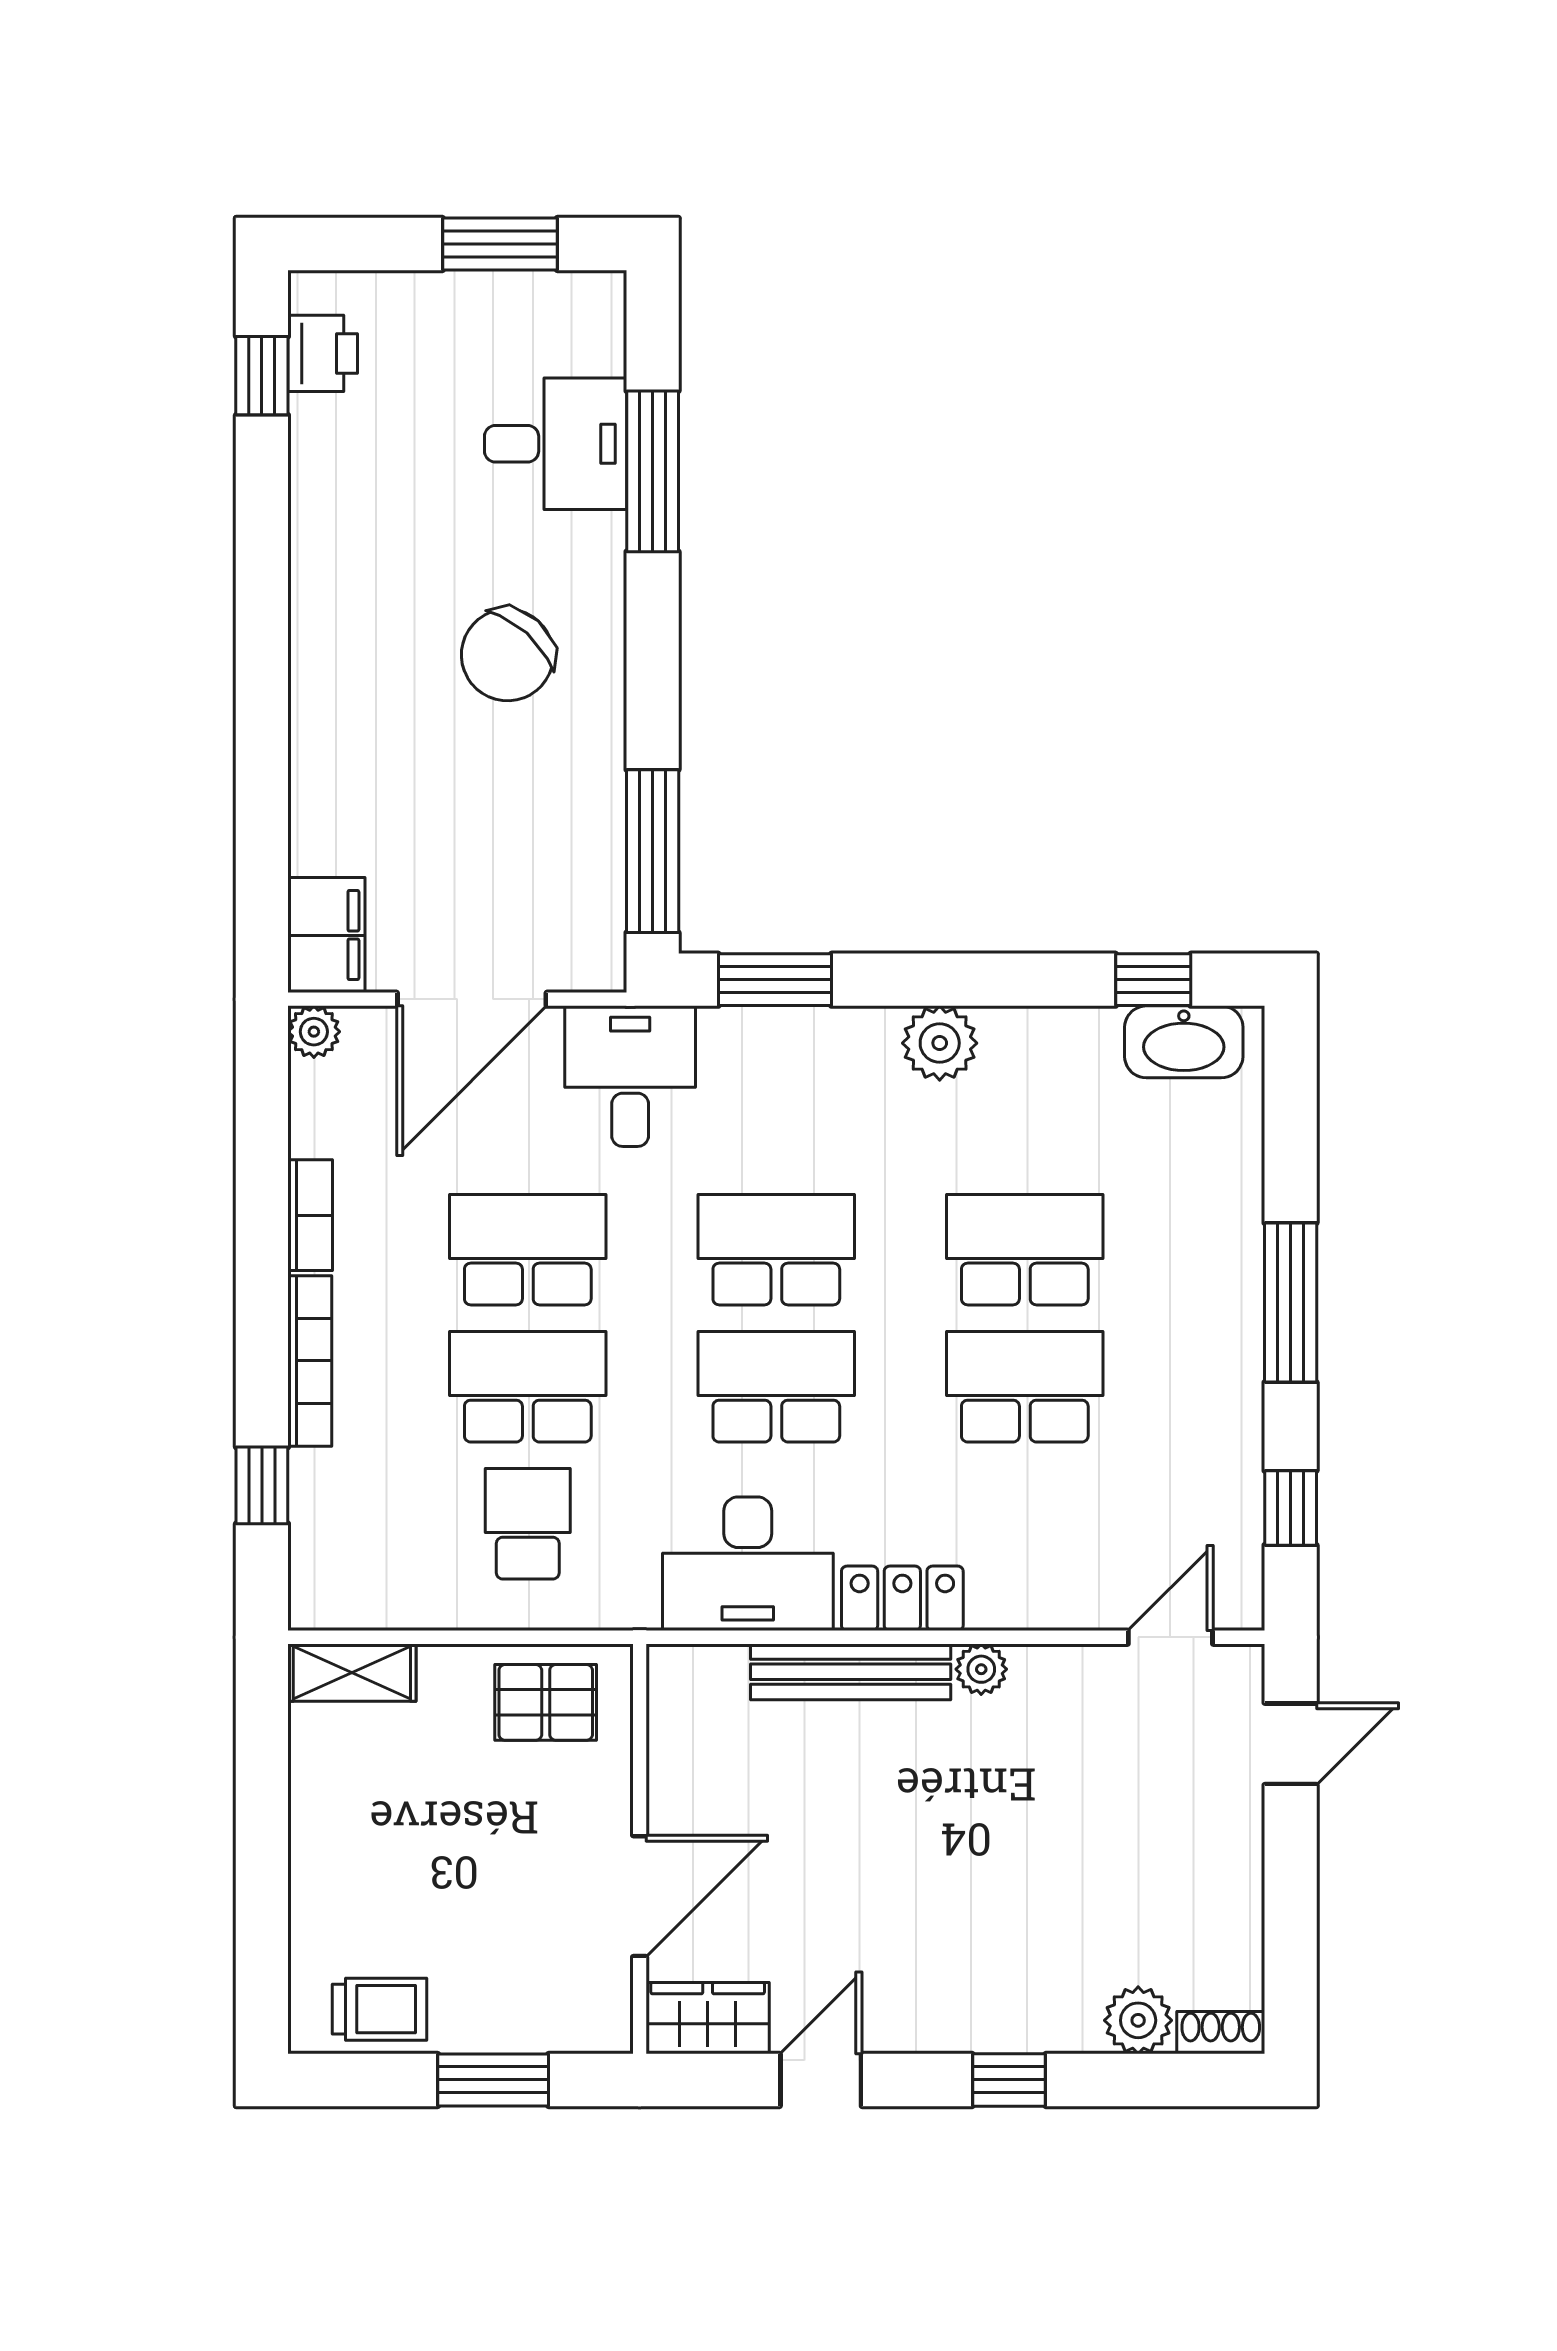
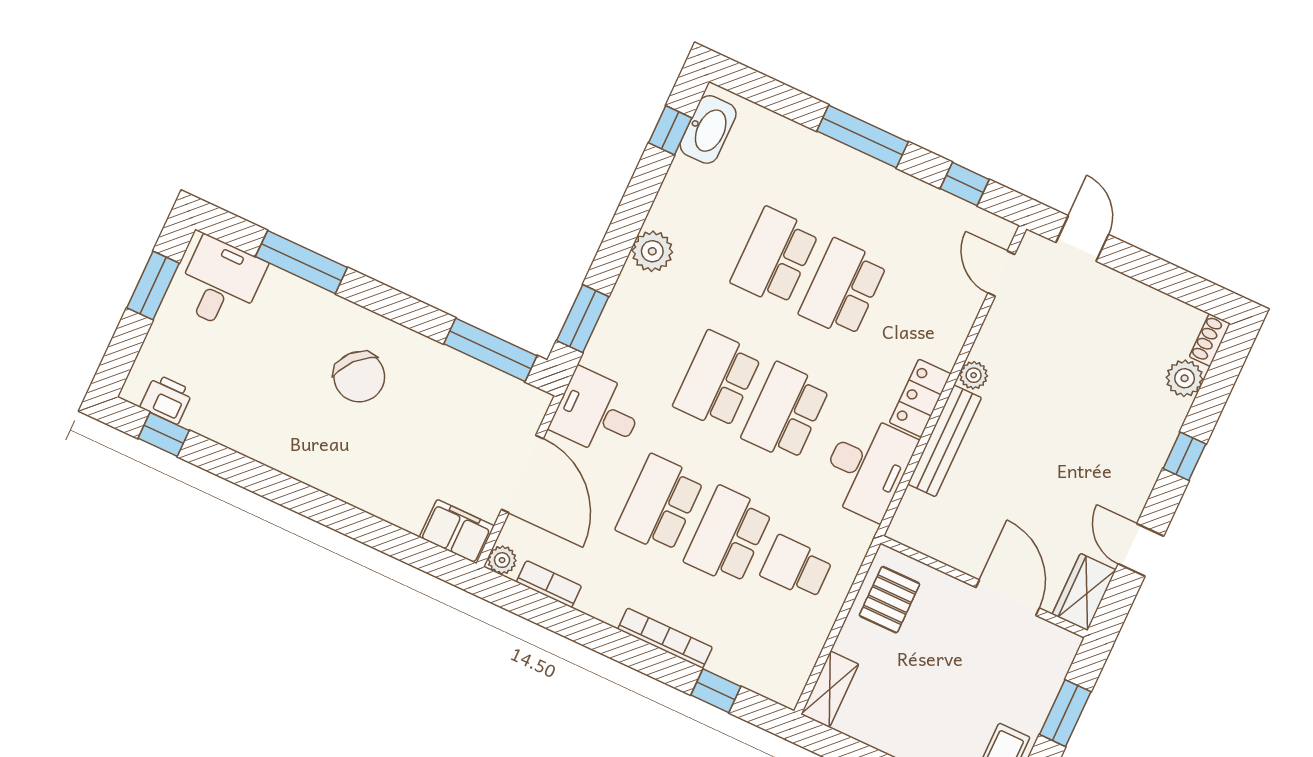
desk: (556, 444) -> (220, 283), moved
bookcase: (310, 1215) -> (549, 584), moved

